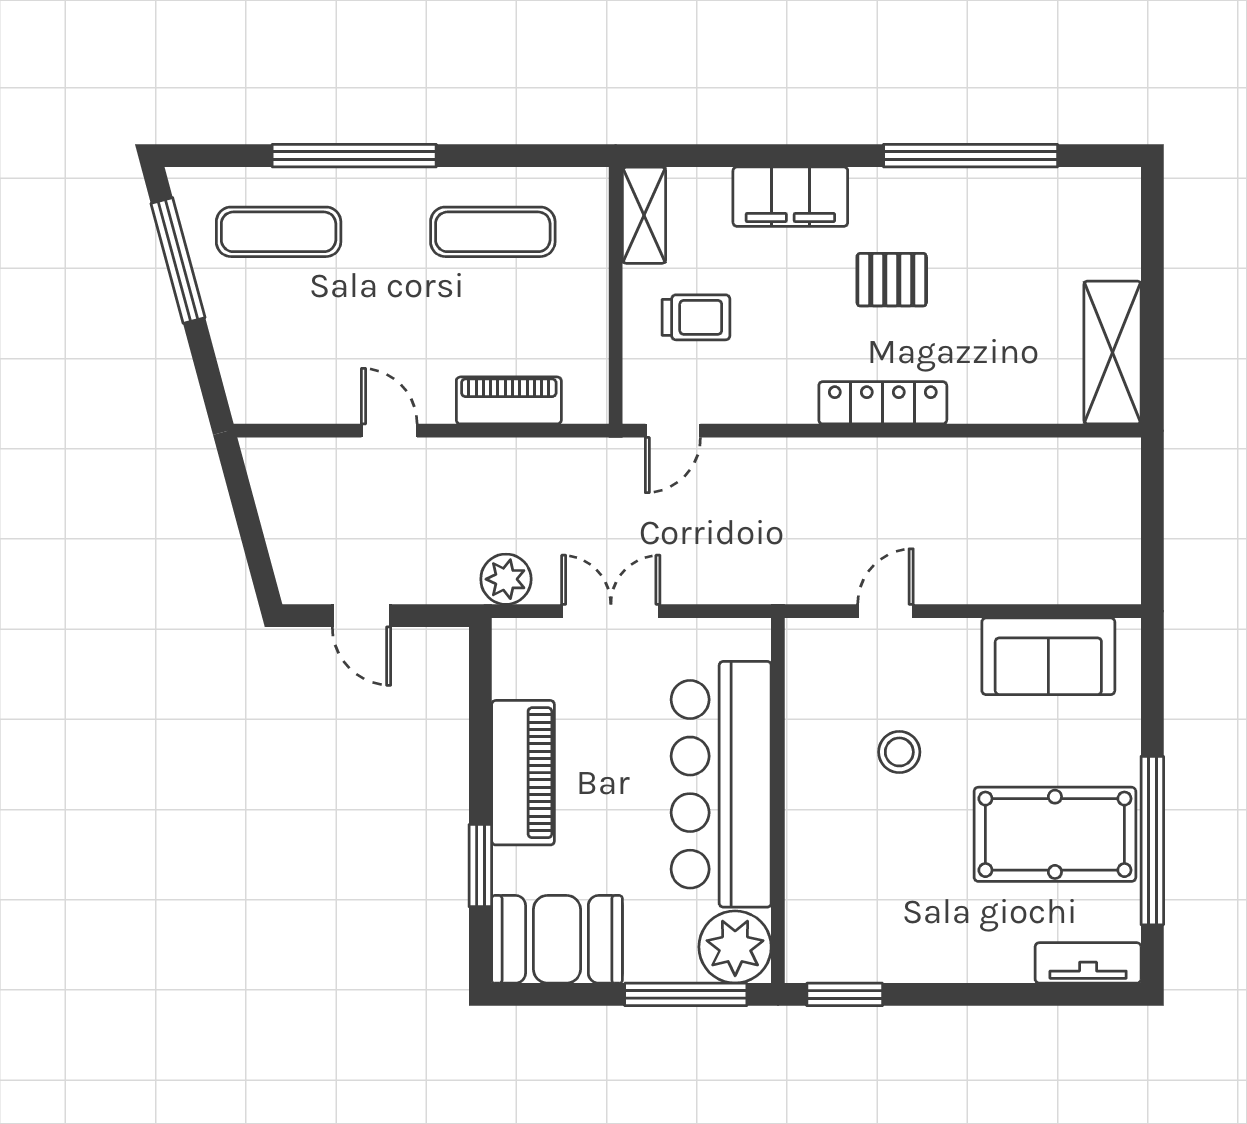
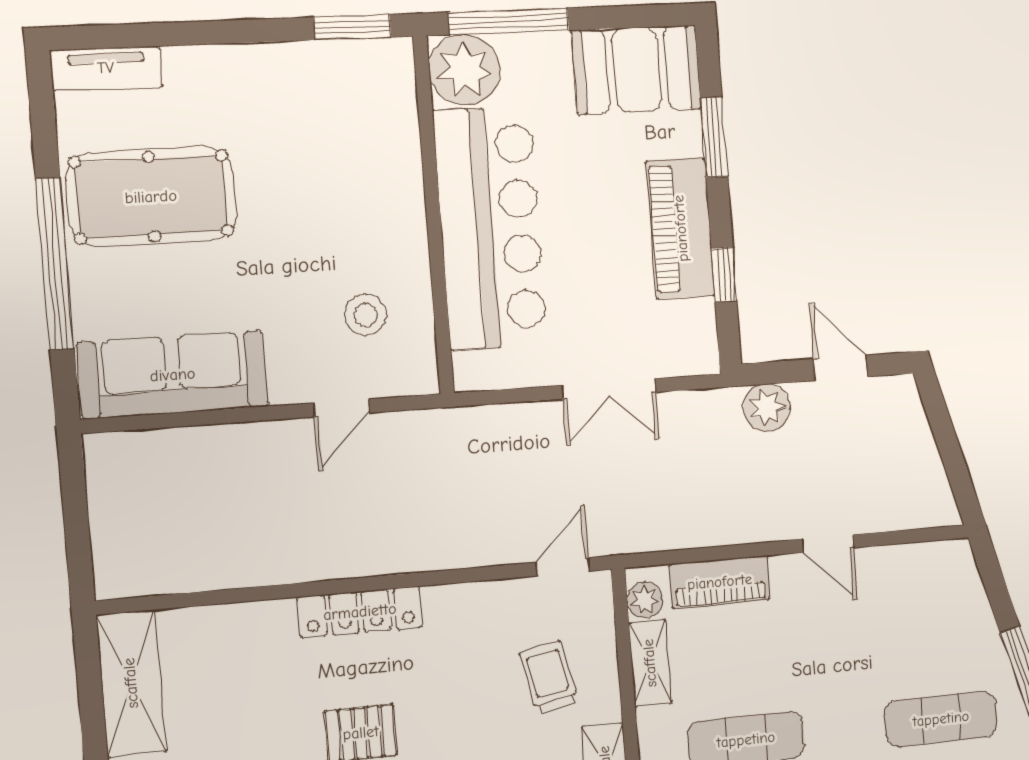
trolley: (696, 317) -> (549, 678), turned 78
shelving: (589, 322) -> (650, 663), added
plant: (590, 389) -> (645, 600), added
plant: (506, 579) -> (767, 408), moved
sofa: (1048, 656) -> (173, 375), width x1.36
window: (480, 722) -> (724, 275), added
stool: (899, 752) -> (366, 315), moved
window: (1152, 841) -> (55, 264), moved

